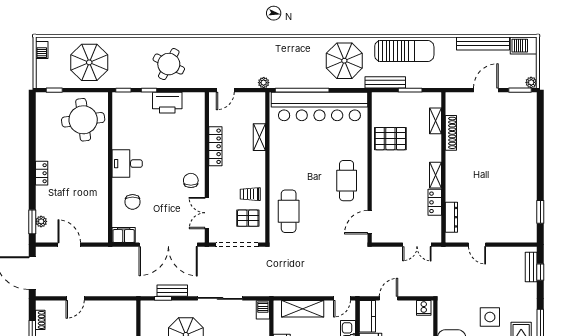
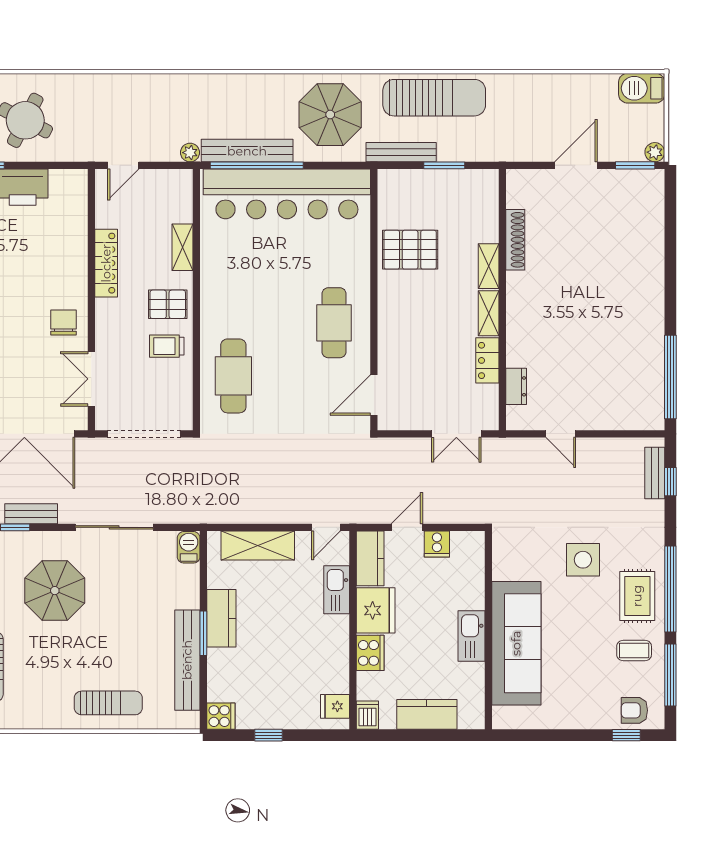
bench: (483, 44) -> (247, 151), moved
shelving: (436, 121) -> (489, 266), moved
window: (540, 212) -> (670, 377), width x2.11
dresser: (451, 217) -> (516, 386), width x0.70
pallet: (248, 218) -> (168, 304), moved
cooker: (424, 308) -> (437, 544), moved

